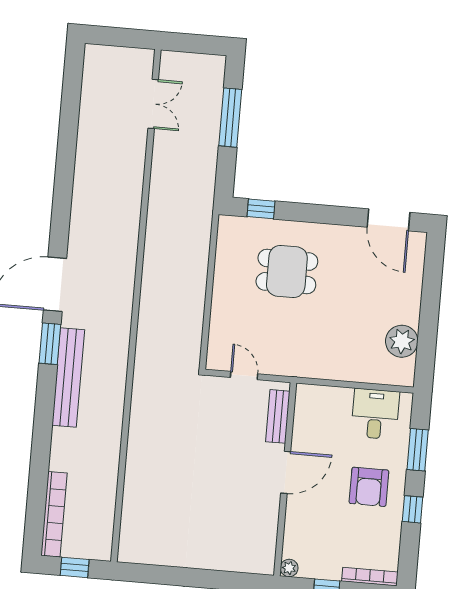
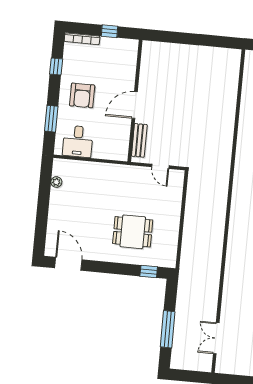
plant: (402, 341) -> (56, 182), width x0.53, depth x0.53
armchair: (369, 487) -> (82, 95), turned 180
window: (413, 509) -> (56, 67), moved
plant: (289, 568) -> (133, 45), removed

